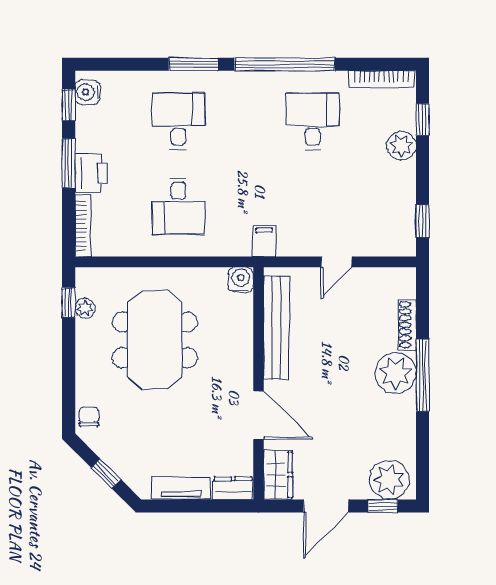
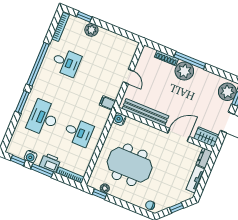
water cooler: (88, 92) -> (31, 157), moved
desk: (178, 121) -> (43, 118), width x1.37
desk: (313, 121) -> (66, 62), turned 180
window: (423, 221) -> (126, 34), removed

